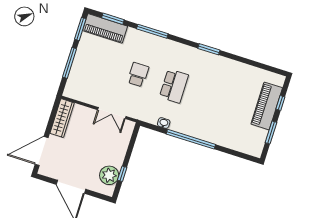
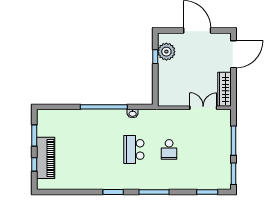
piano: (105, 28) -> (212, 181), removed
window: (152, 31) -> (154, 192), moved
double door: (112, 113) -> (203, 108), moved

